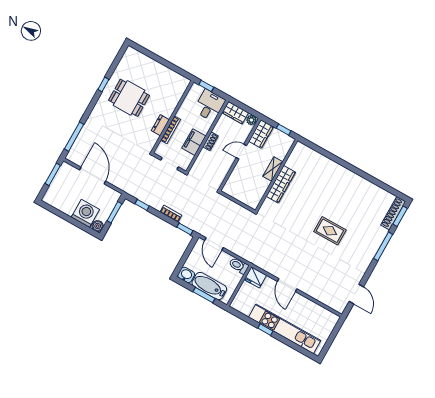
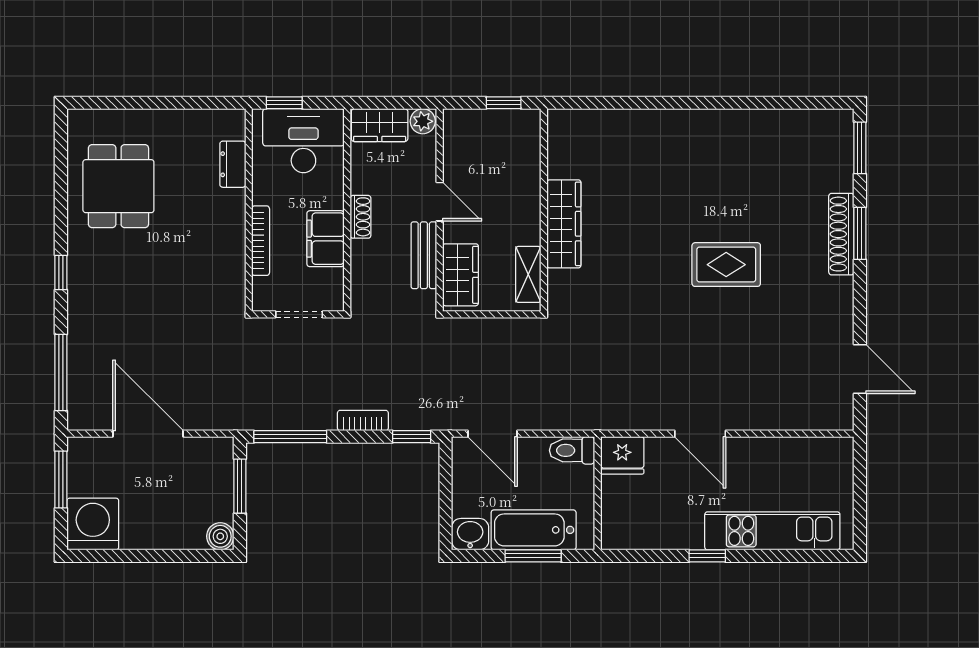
window: (103, 84) -> (61, 272), moved
dining table: (129, 98) -> (118, 186), moved, turned 90
desk: (209, 105) -> (303, 141), width x1.37
dresser: (160, 125) -> (233, 164), moved
wardrobe: (261, 134) -> (460, 275), moved
door: (241, 152) -> (440, 202), swing flipped
bench: (225, 167) -> (424, 255), added
shelving: (273, 169) -> (528, 274), moved
window: (142, 205) -> (290, 437), width x2.17
washing machine: (85, 213) -> (93, 524), moved
shoe rack: (393, 213) -> (841, 234), moved
window: (383, 246) -> (860, 233), width x0.69
kitchen unit: (285, 329) -> (772, 531), width x0.73

